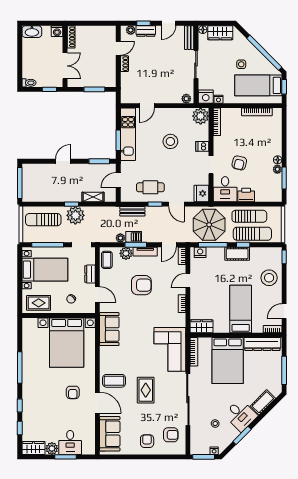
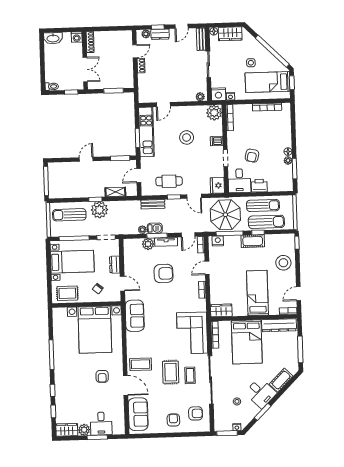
coffee table: (107, 260) -> (190, 375), moved

